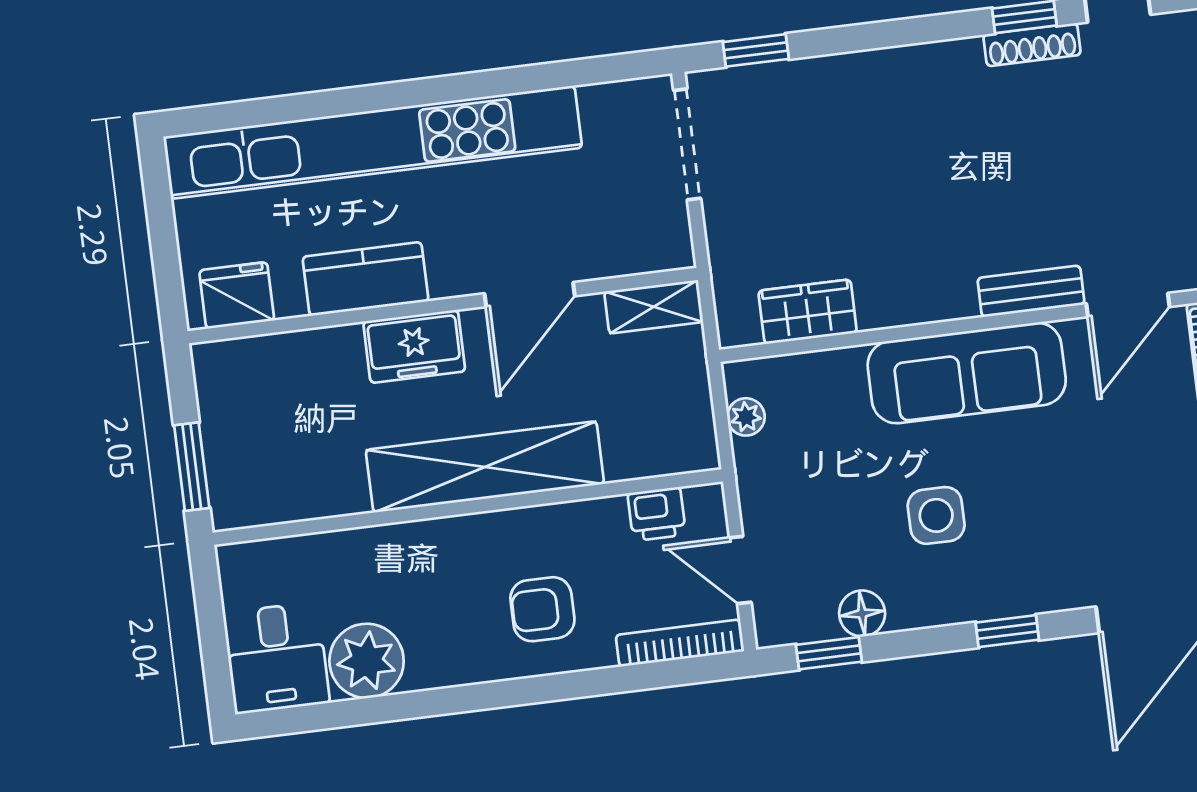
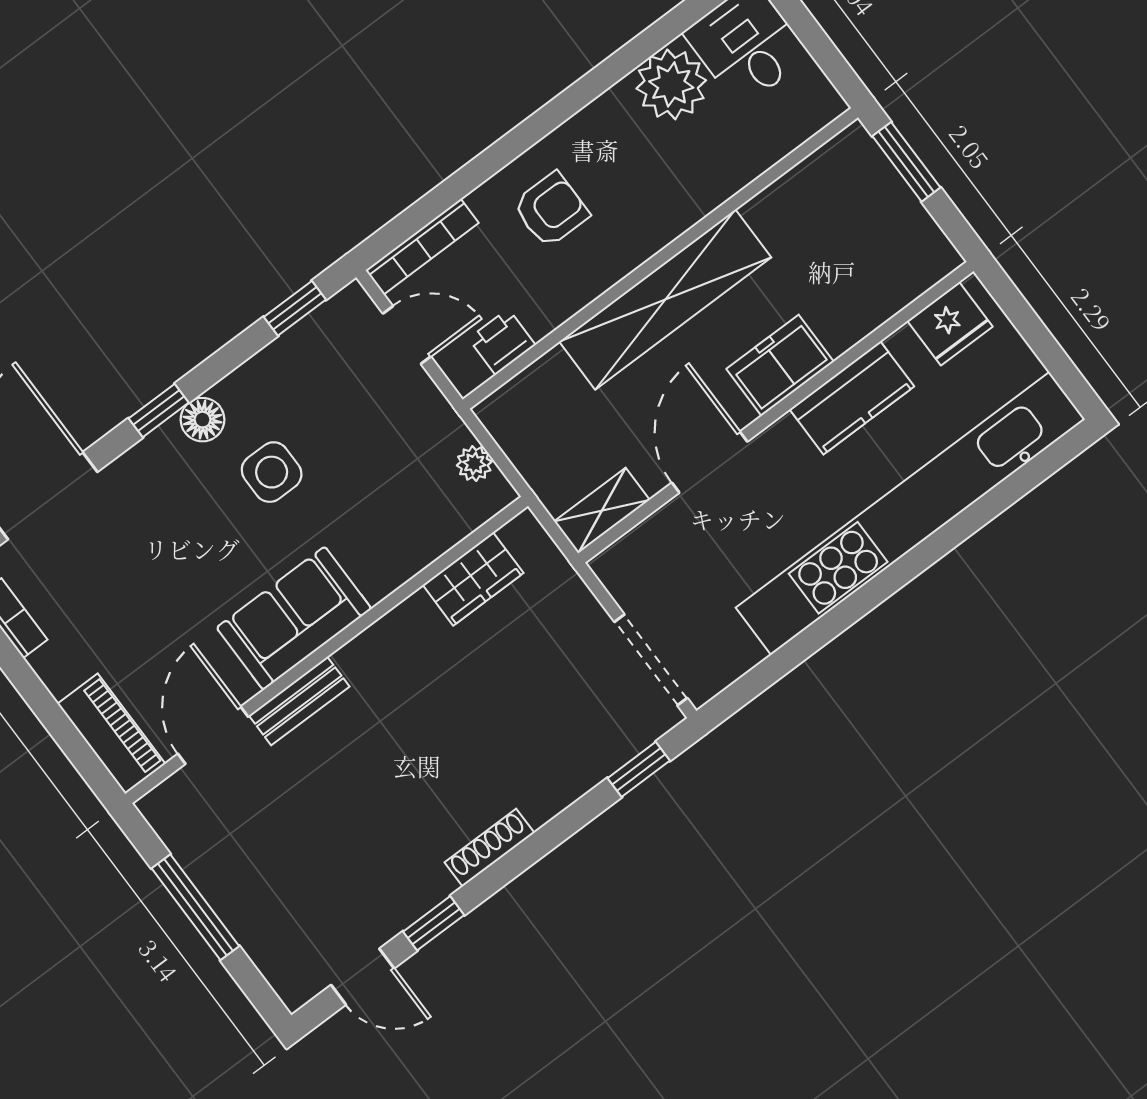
shoe rack: (1032, 45) -> (490, 848), moved
sofa: (967, 373) -> (294, 618), width x0.73
floor lamp: (862, 613) -> (202, 420), moved

